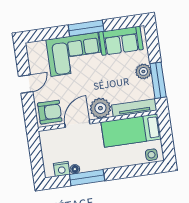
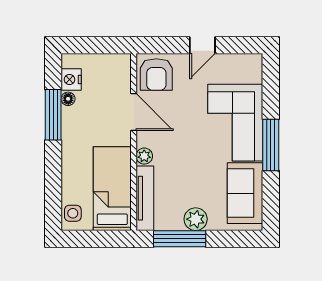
door: (26, 84) -> (202, 45), hinge flipped
plant: (100, 108) -> (144, 156), width x0.53, depth x0.53

